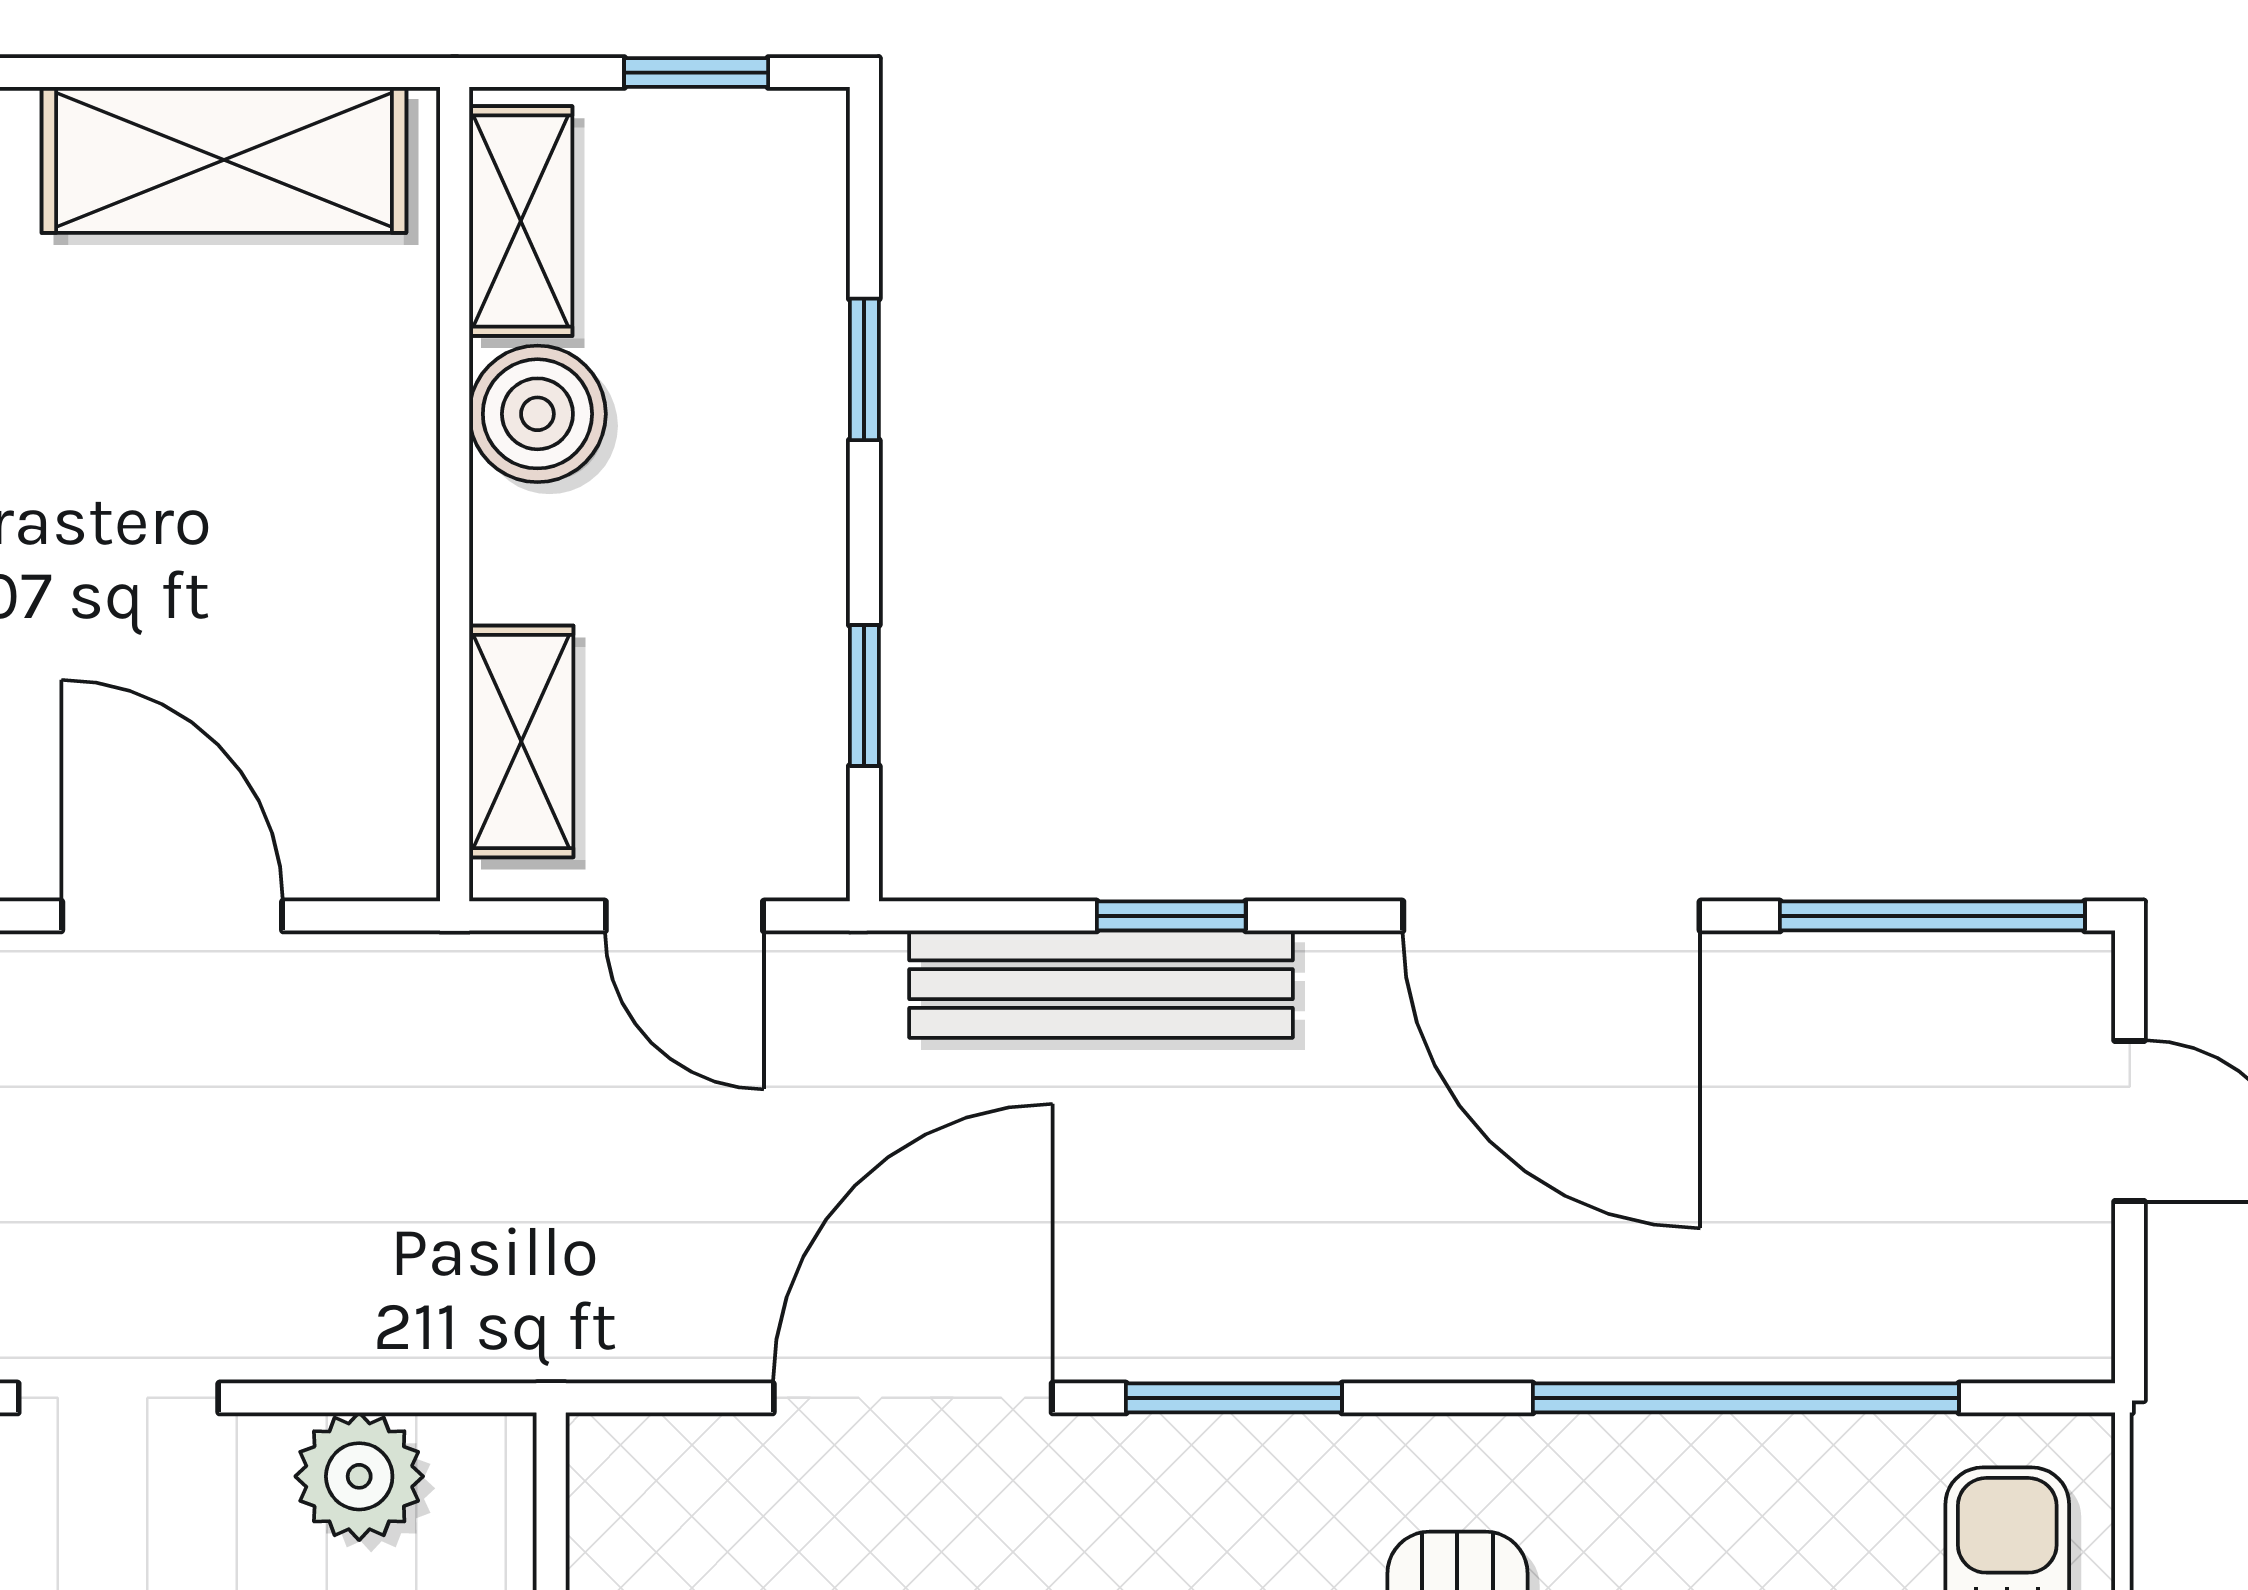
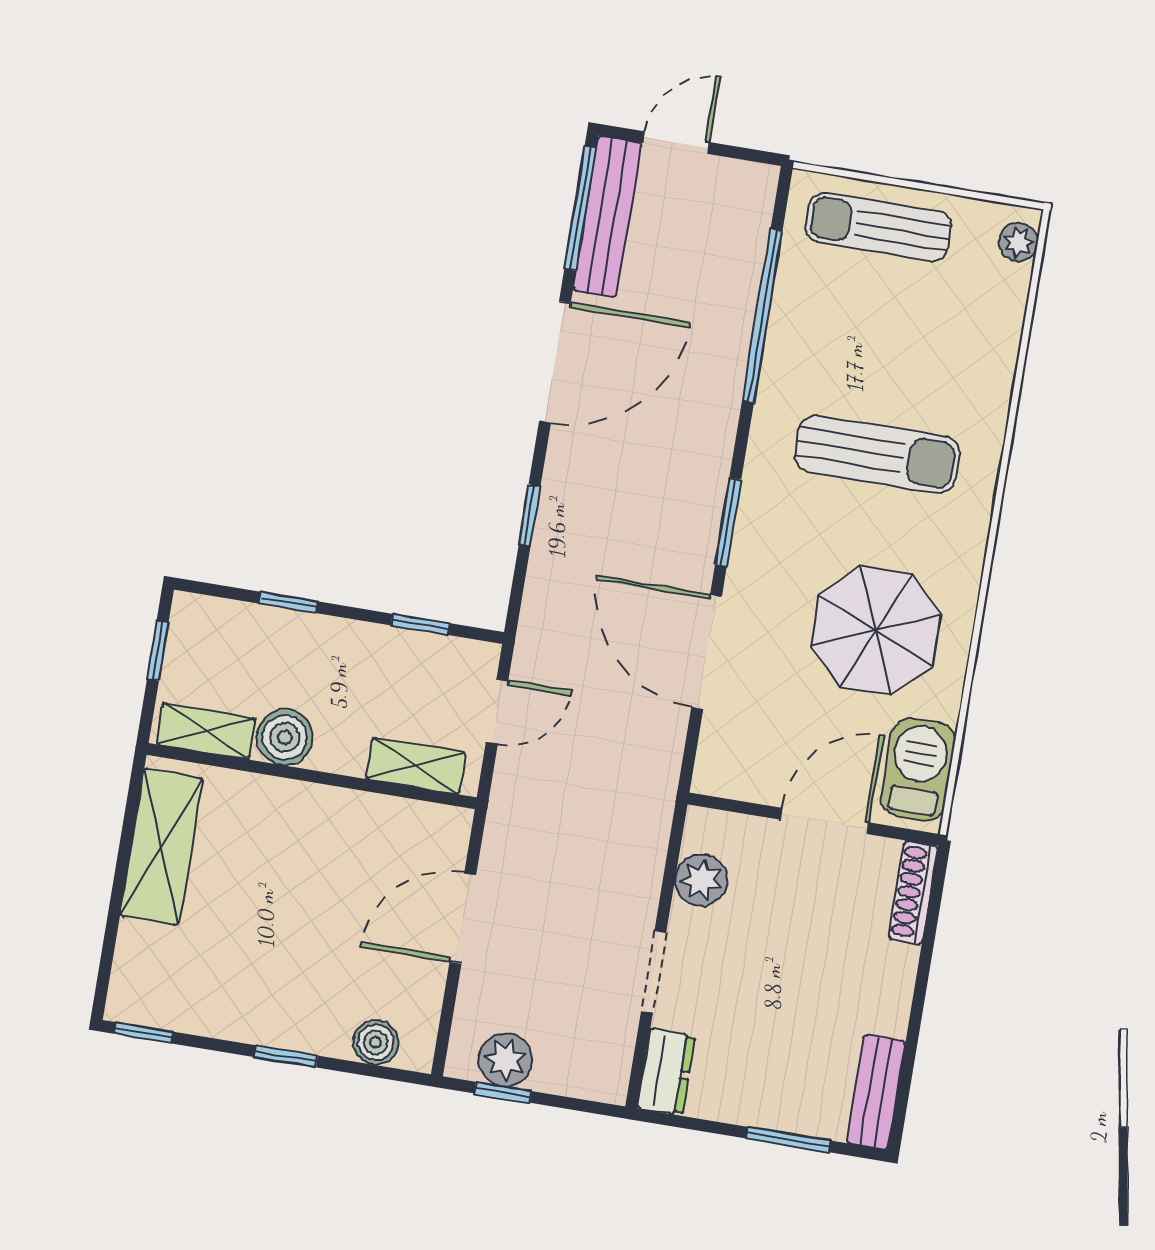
bench: (1101, 984) -> (607, 217), moved

